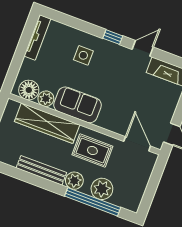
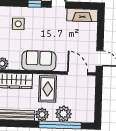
sofa: (78, 105) -> (39, 61), moved
rug: (92, 151) -> (48, 89), turned 90

